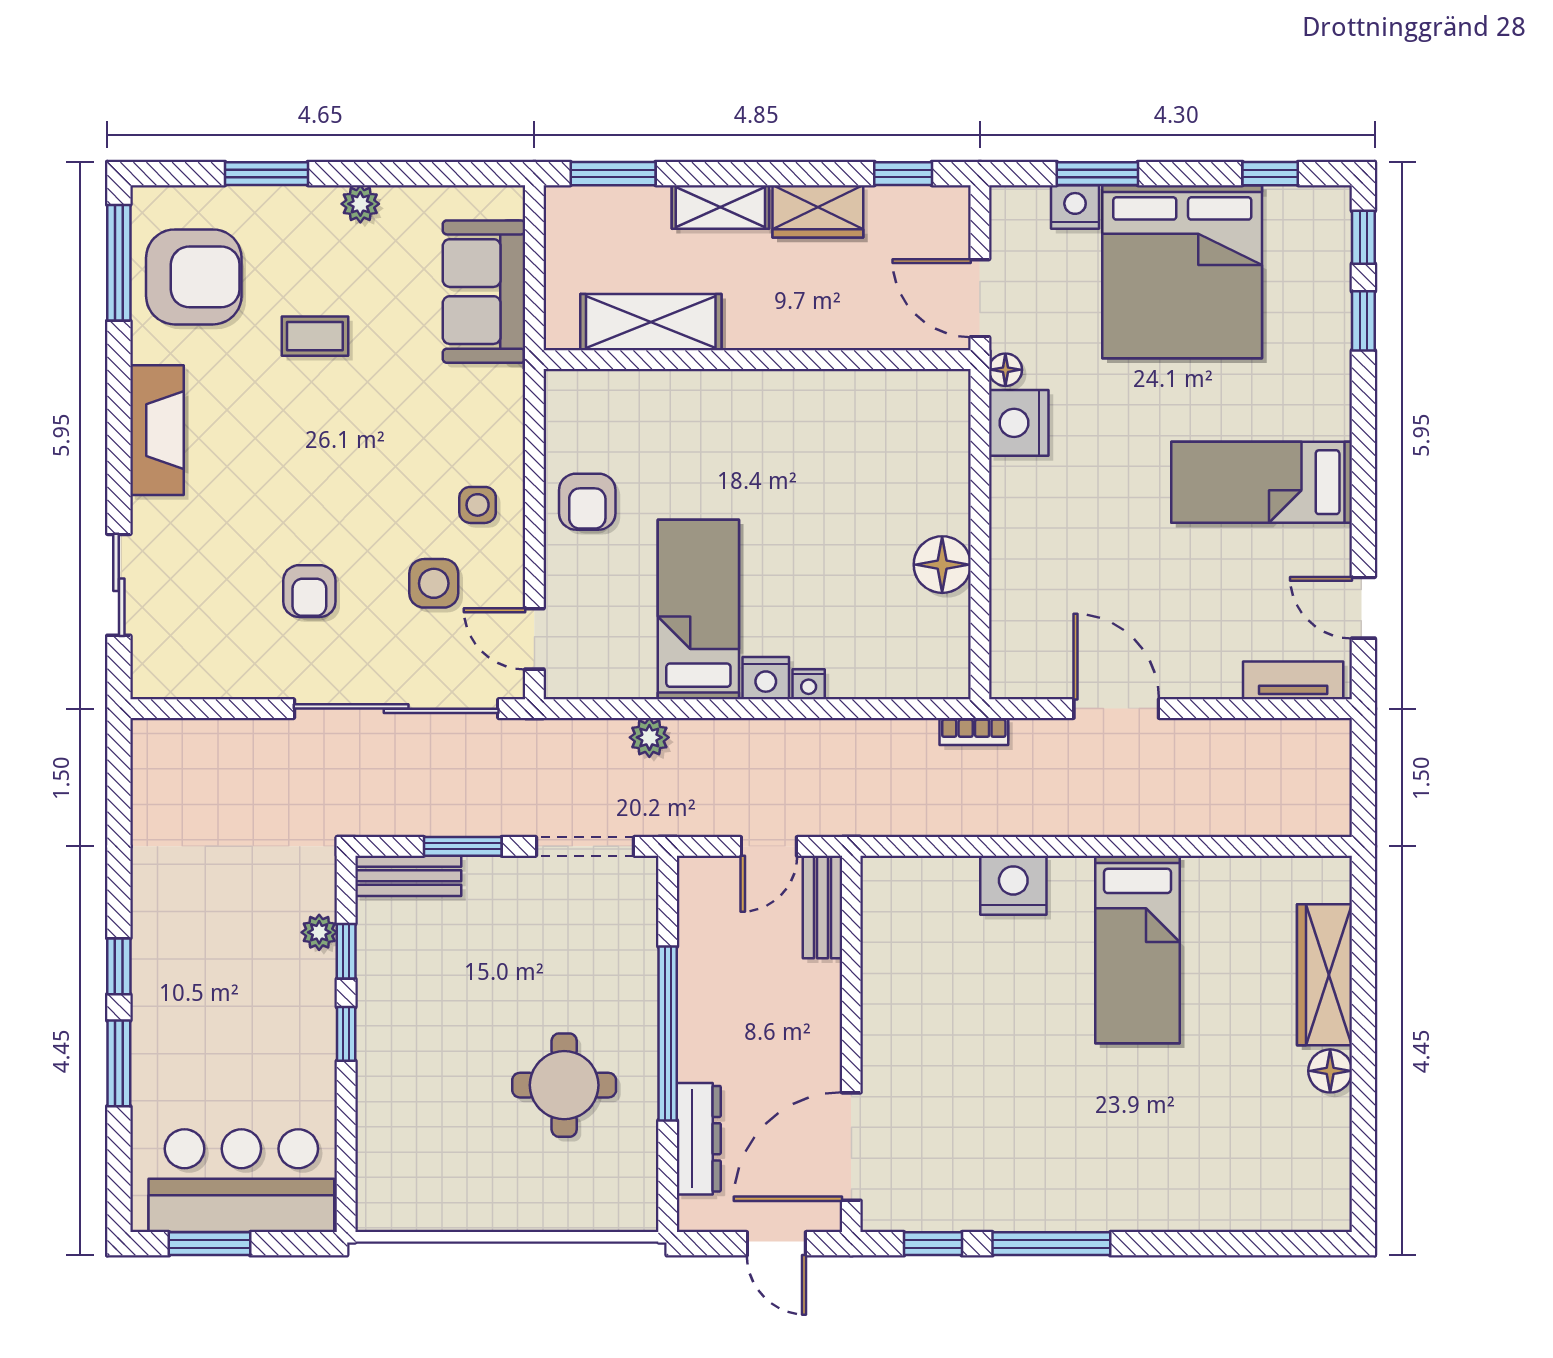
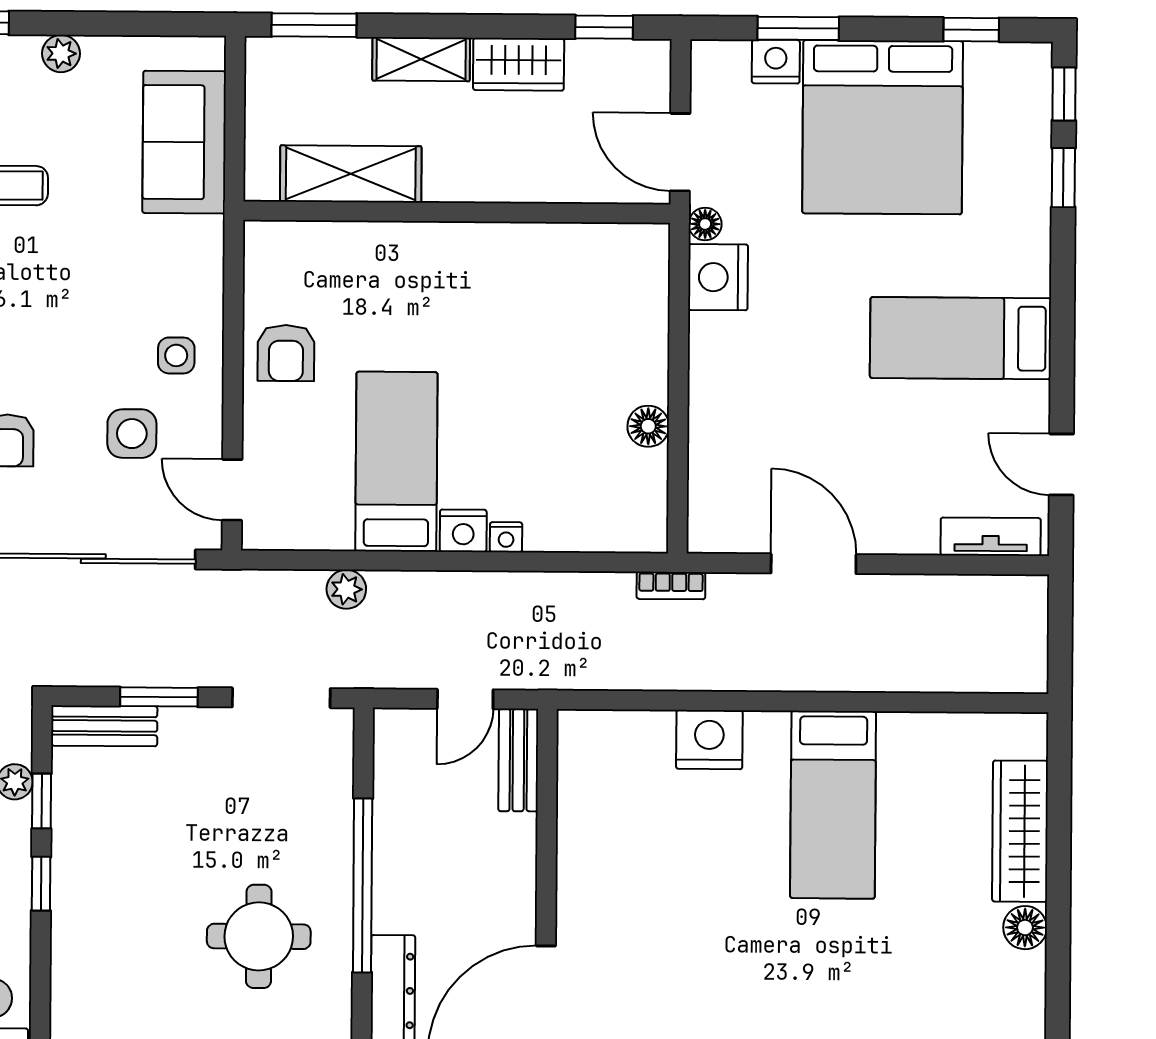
floor lamp: (942, 565) -> (648, 426), width x0.73, depth x0.73

